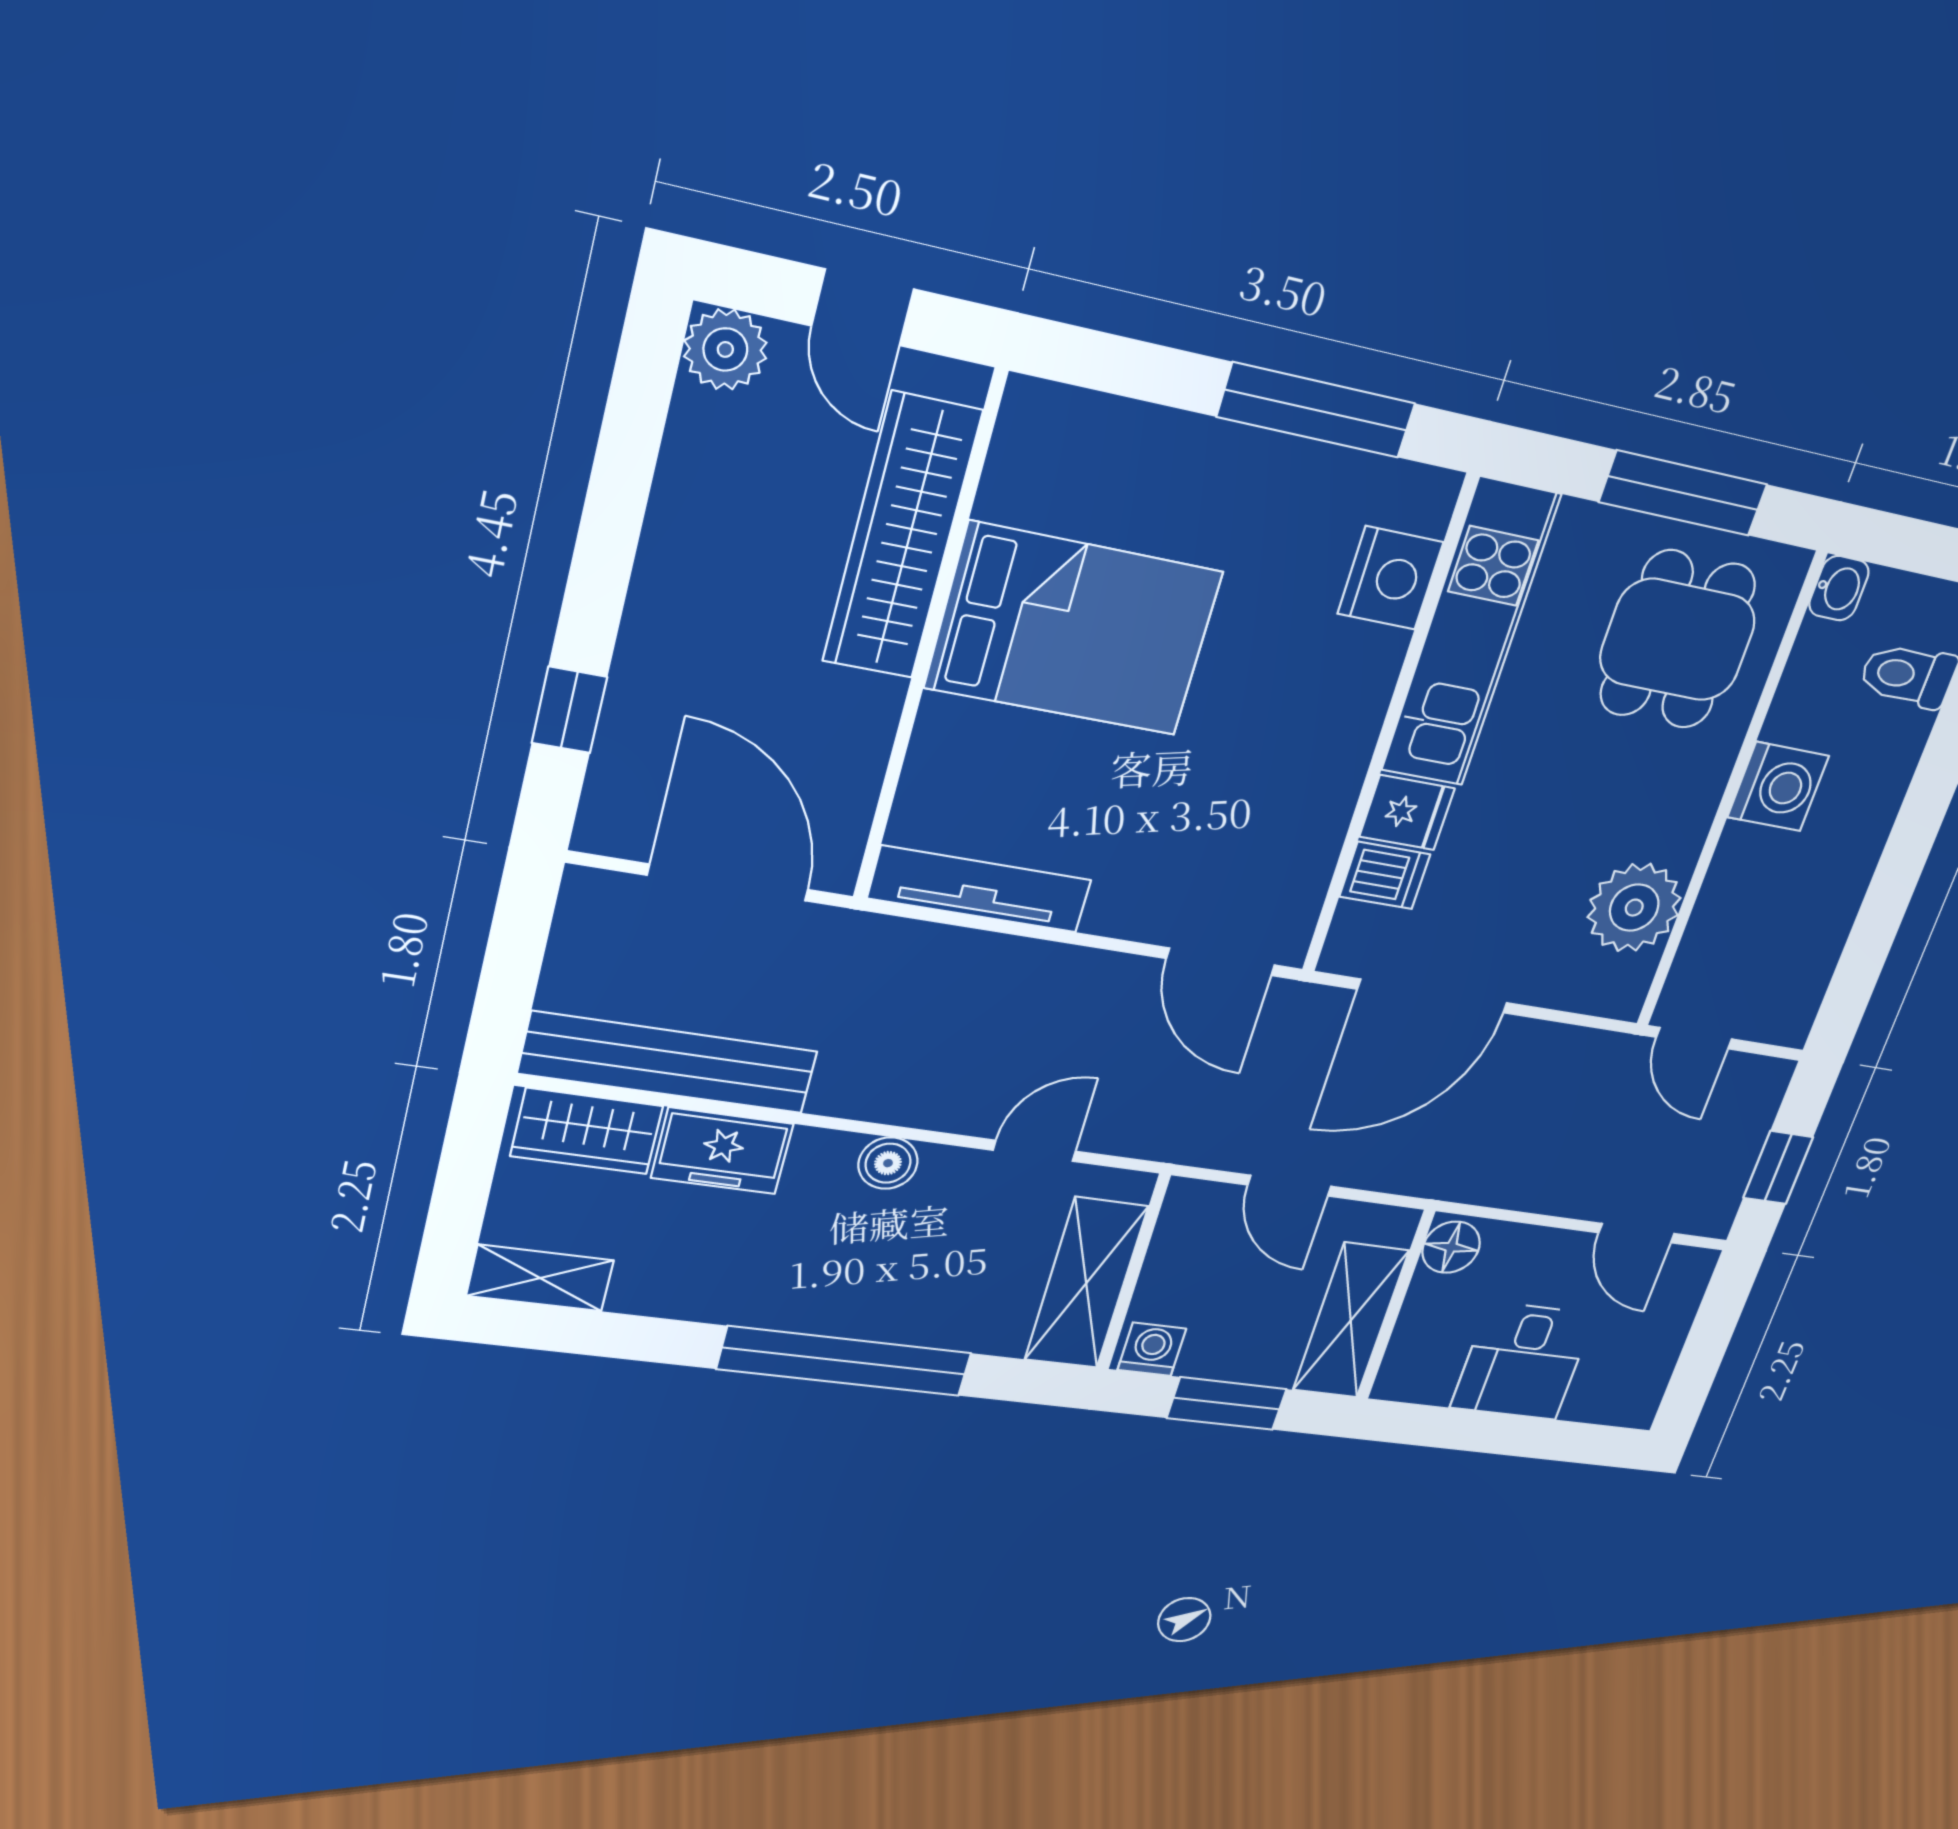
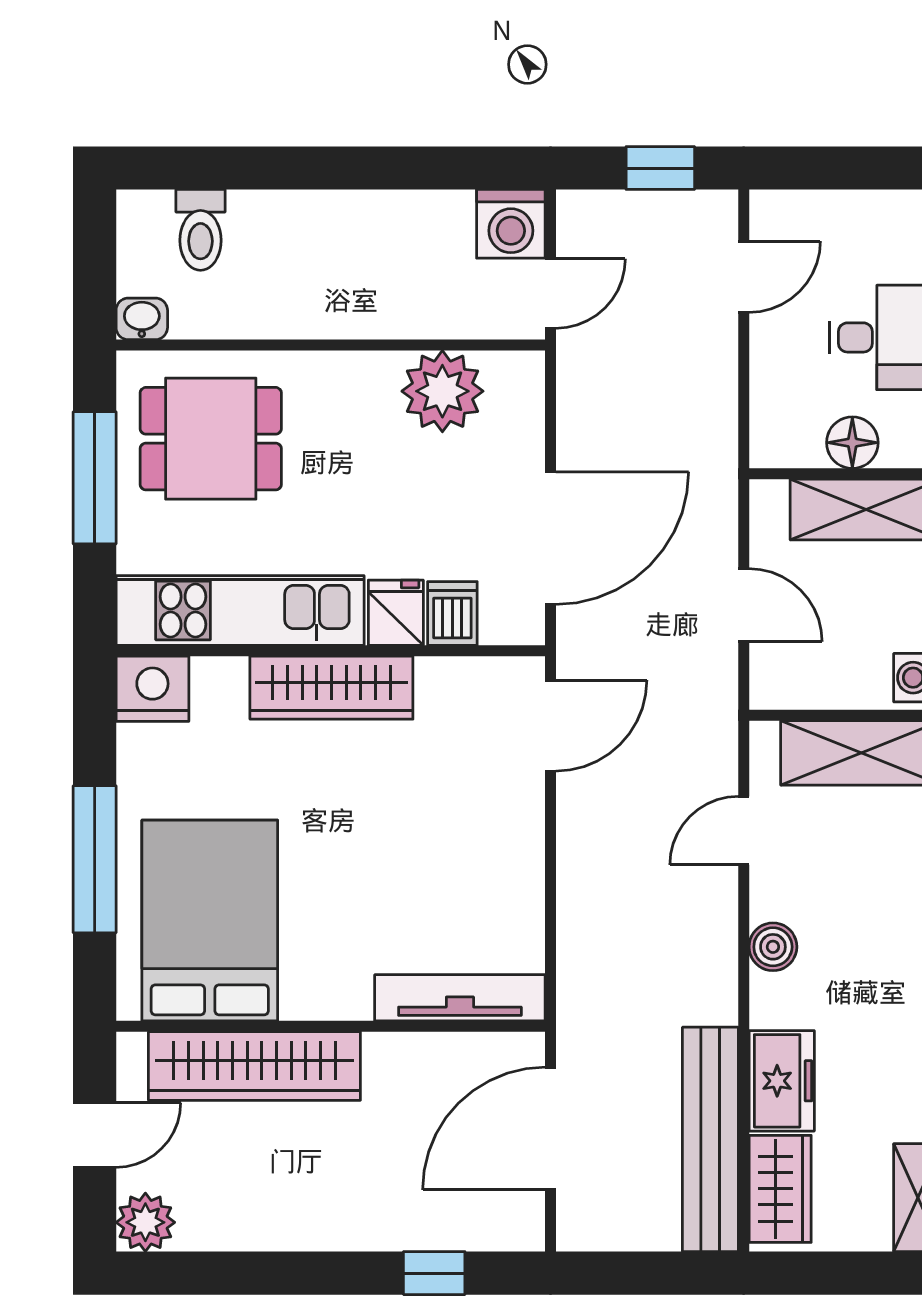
window: (1316, 410) -> (95, 859), moved
nightstand: (1390, 578) -> (152, 689), moved
bed: (1074, 630) -> (210, 920), moved
wardrobe: (1345, 723) -> (331, 688), added
washing machine: (1778, 787) -> (511, 224), moved, turned 180
tv unit: (980, 889) -> (460, 998), moved, turned 90
door: (1433, 996) -> (551, 538), hinge flipped
door: (1034, 1151) -> (744, 831), hinge flipped
door: (1290, 1186) -> (744, 605), hinge flipped
floor lamp: (1451, 1247) -> (852, 443), moved

